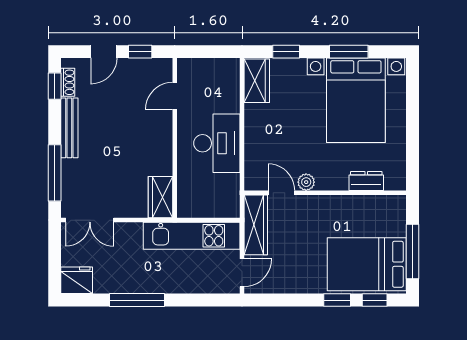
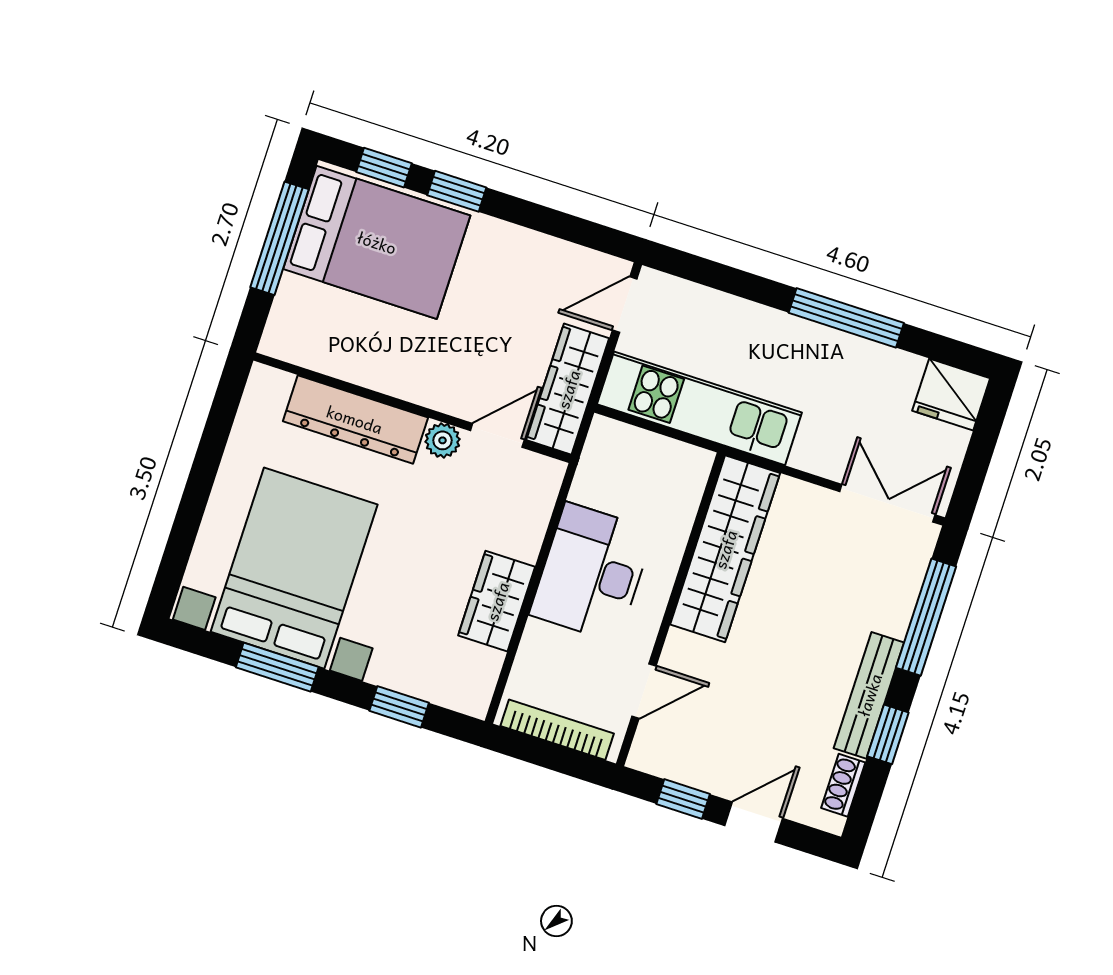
bookcase: (209, 65) -> (557, 730), added
wardrobe: (257, 81) -> (497, 601), moved
window: (55, 86) -> (888, 734), moved
dresser: (366, 181) -> (355, 419), width x1.96, depth x1.24
door: (281, 193) -> (497, 435), swing flipped
wardrobe: (161, 197) -> (725, 549), width x2.10, depth x1.17

